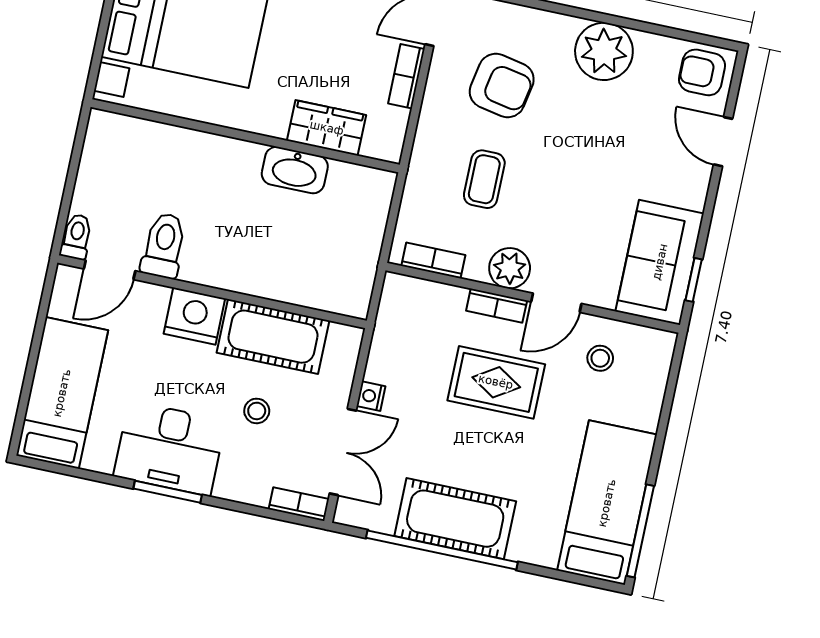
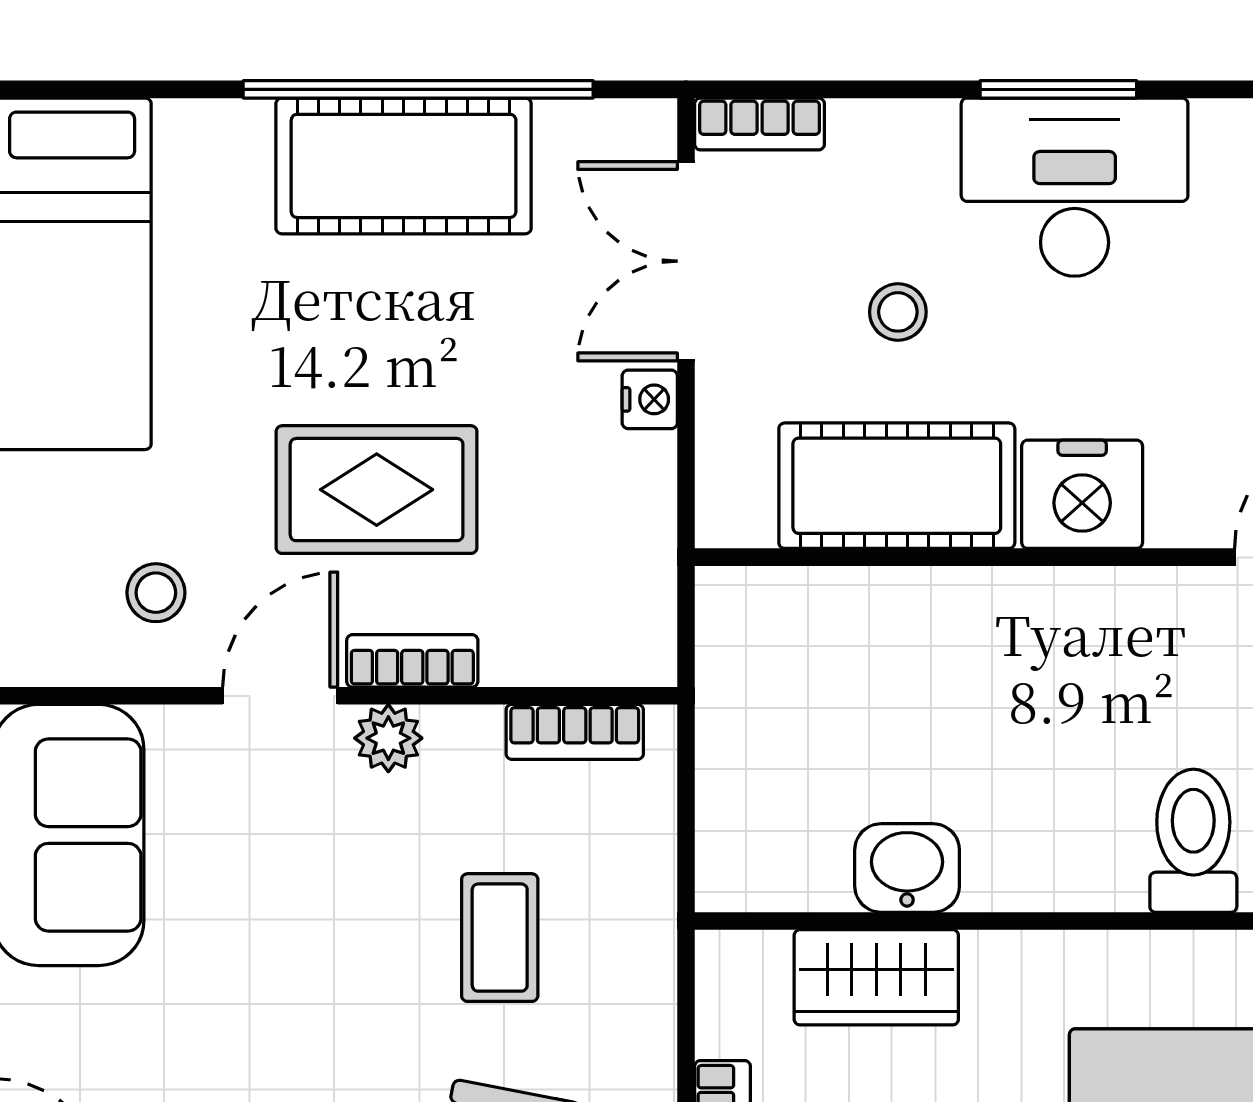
washbasin: (295, 170) -> (907, 868), width x0.72
toilet: (164, 245) -> (1193, 841), moved, turned 180
plant: (510, 268) -> (388, 738), width x0.73, depth x0.73

